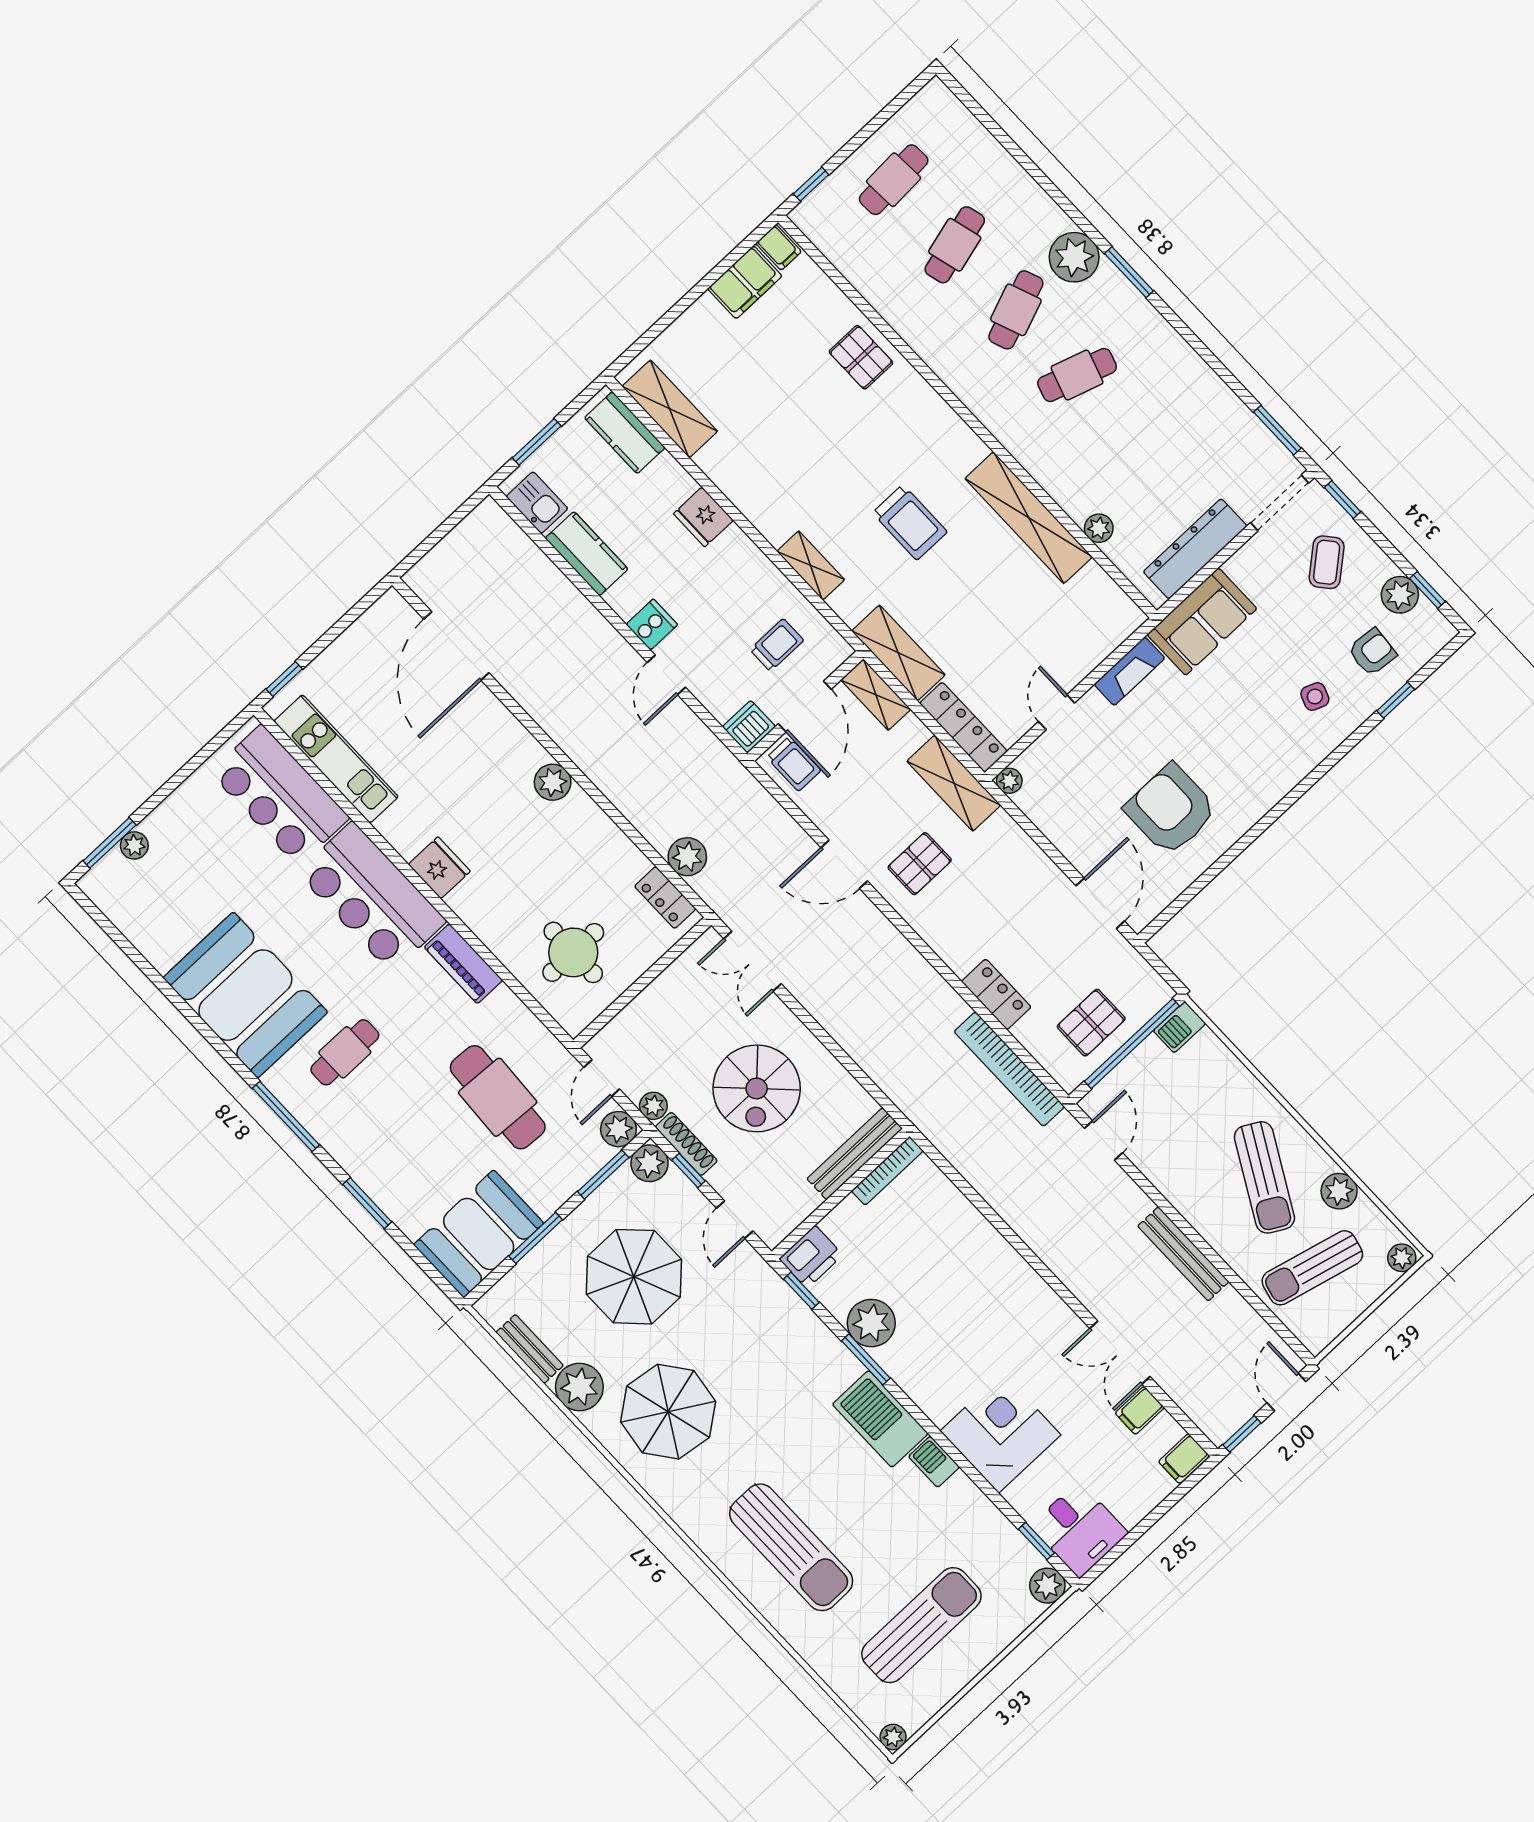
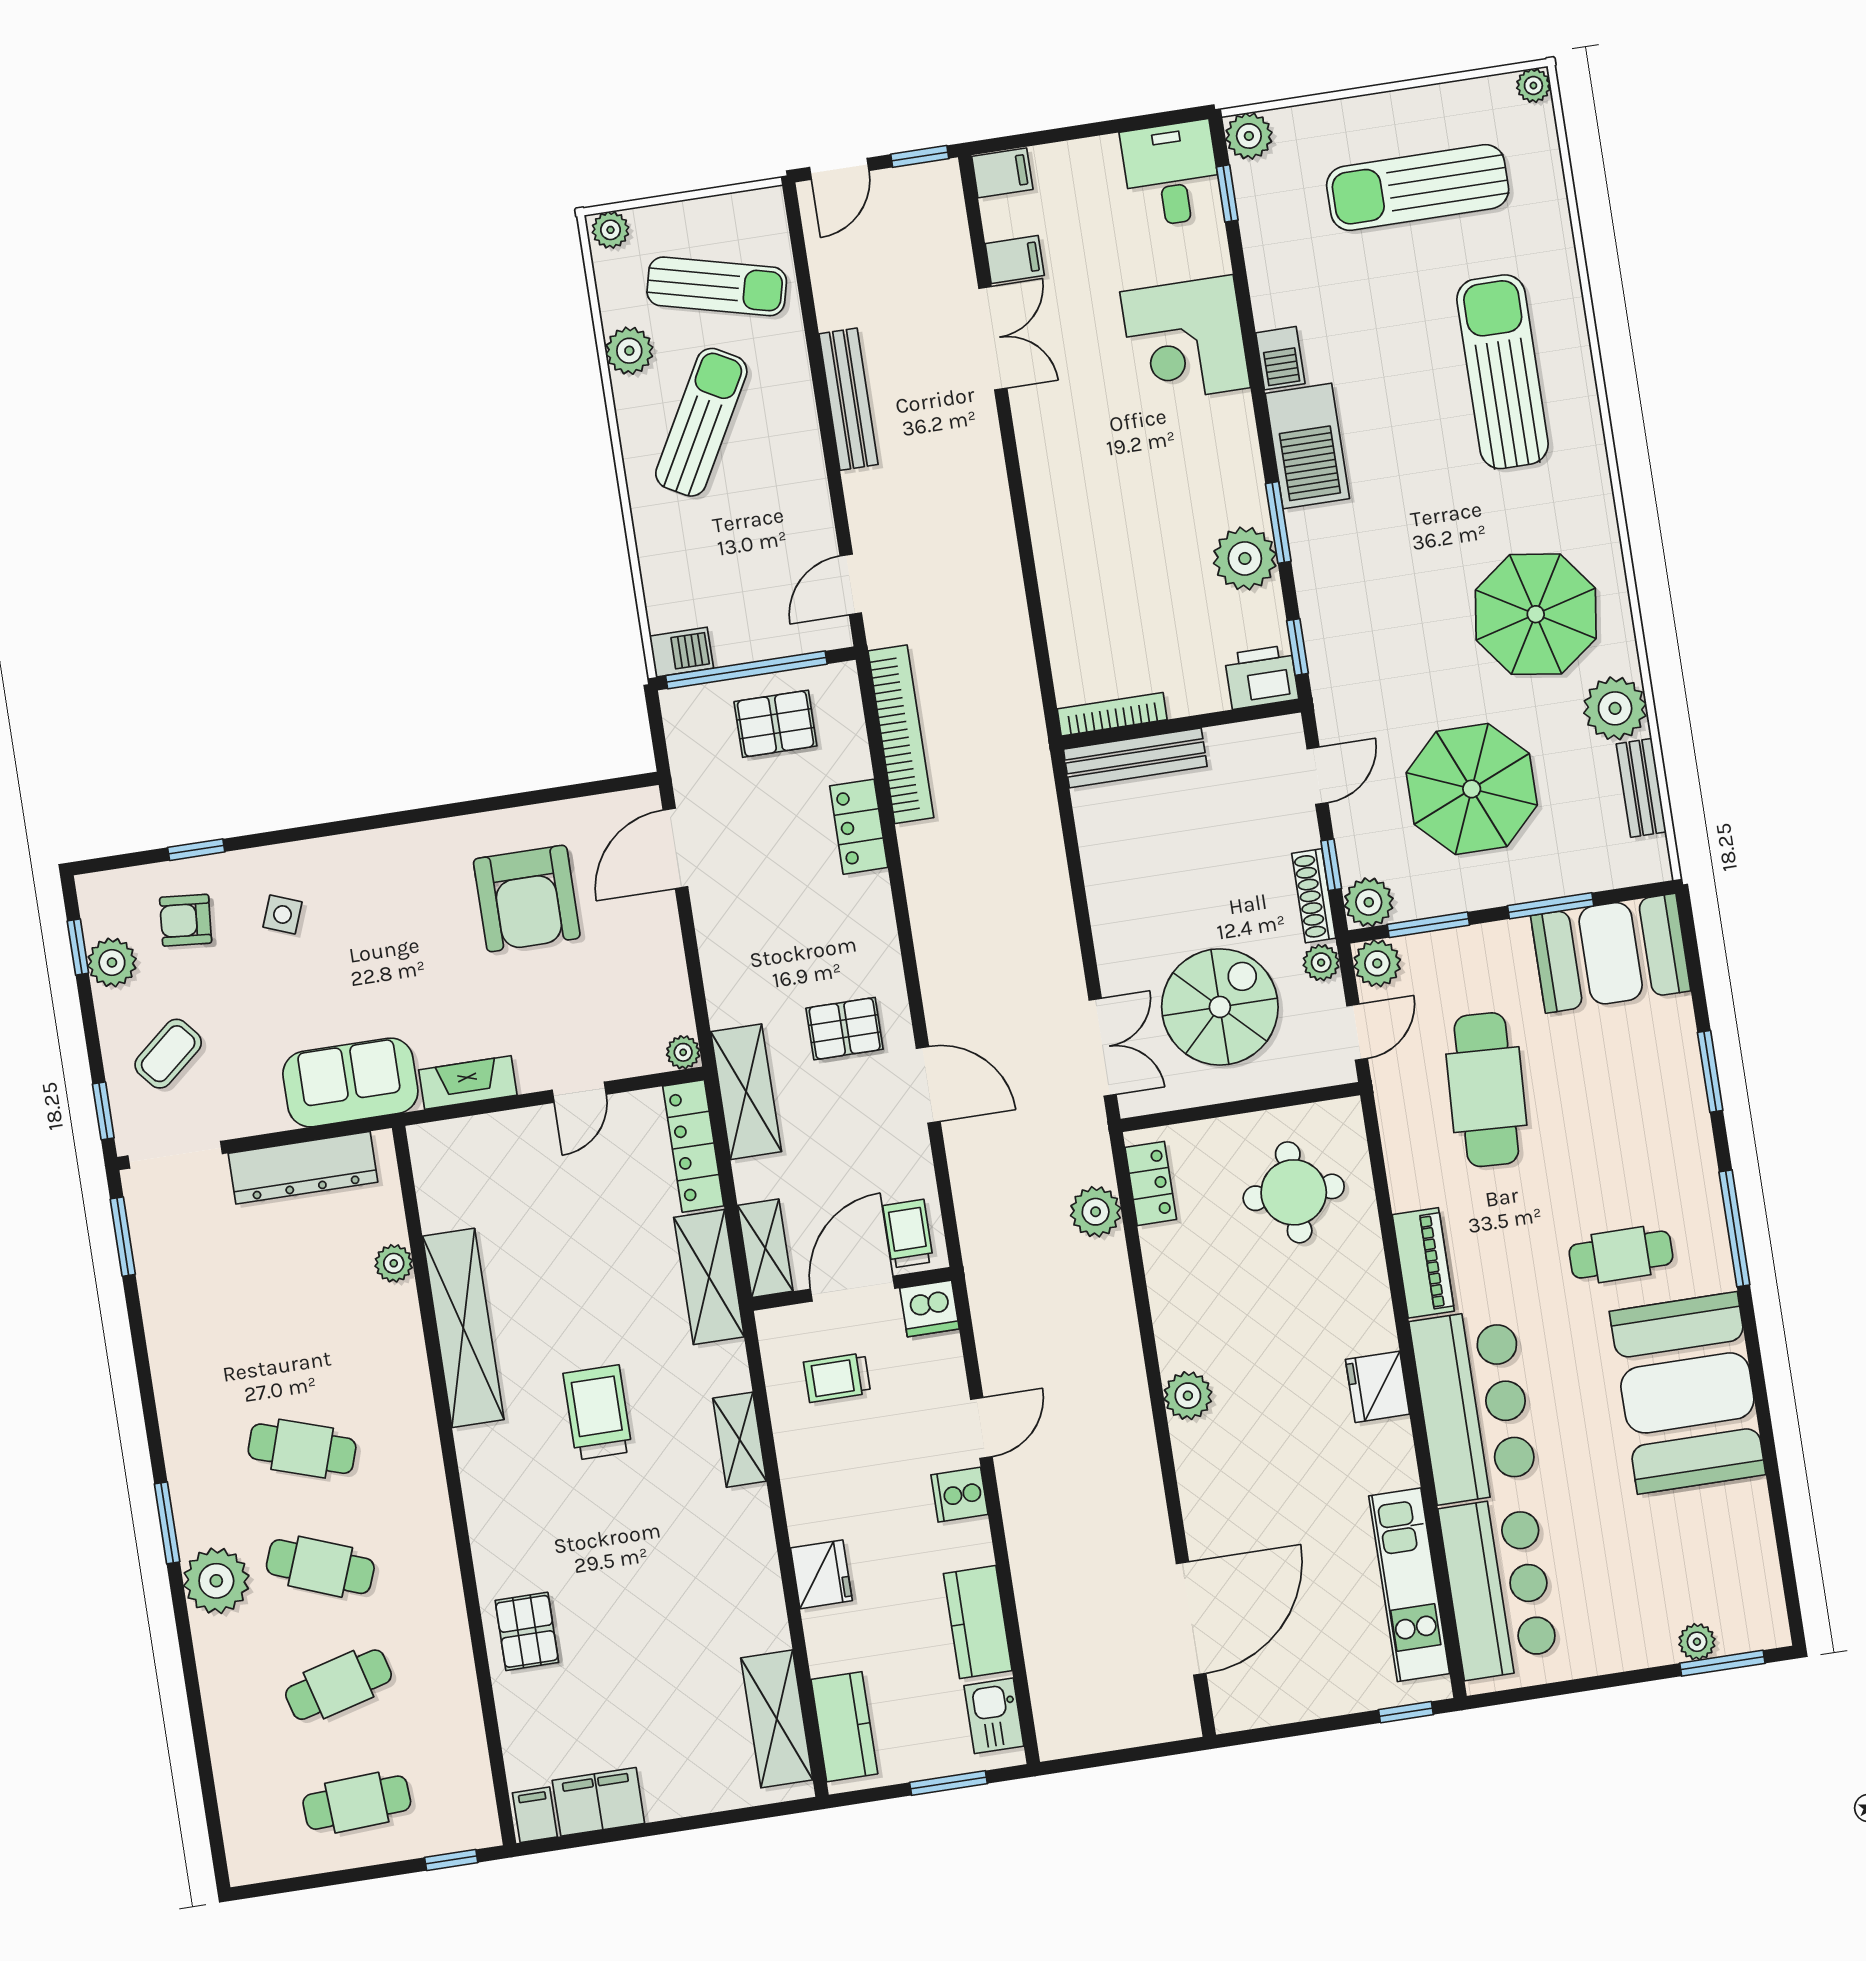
cafe table: (1016, 310) -> (320, 1567), turned 42
spiral stairs: (757, 1088) -> (1220, 1007), moved

